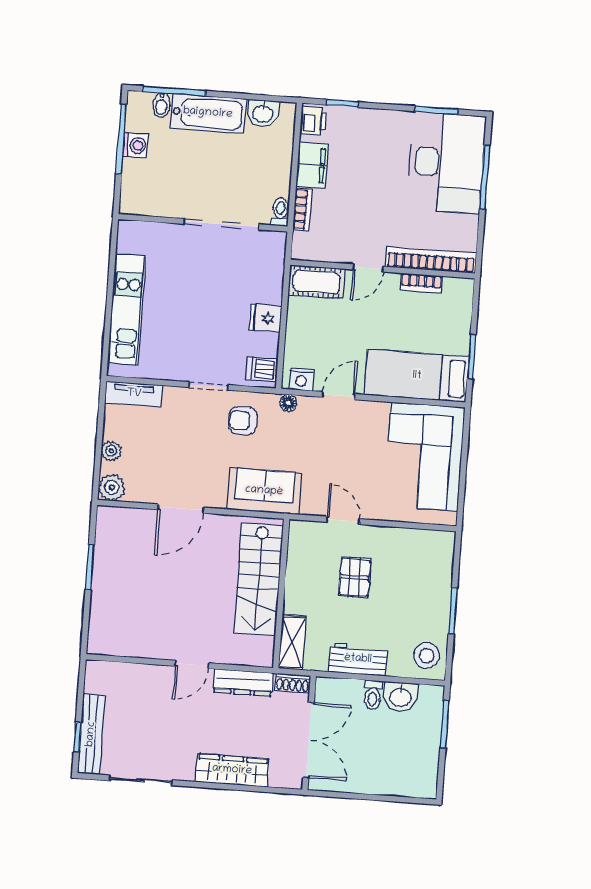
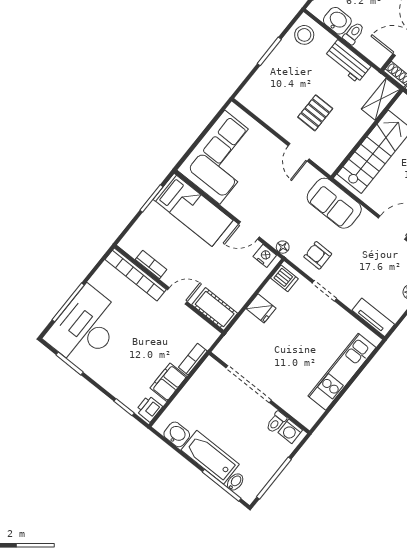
washing machine: (135, 145) -> (290, 431), moved, turned -90
toilet: (280, 212) -> (276, 422), moved
armchair: (243, 420) -> (318, 255), turned 180

